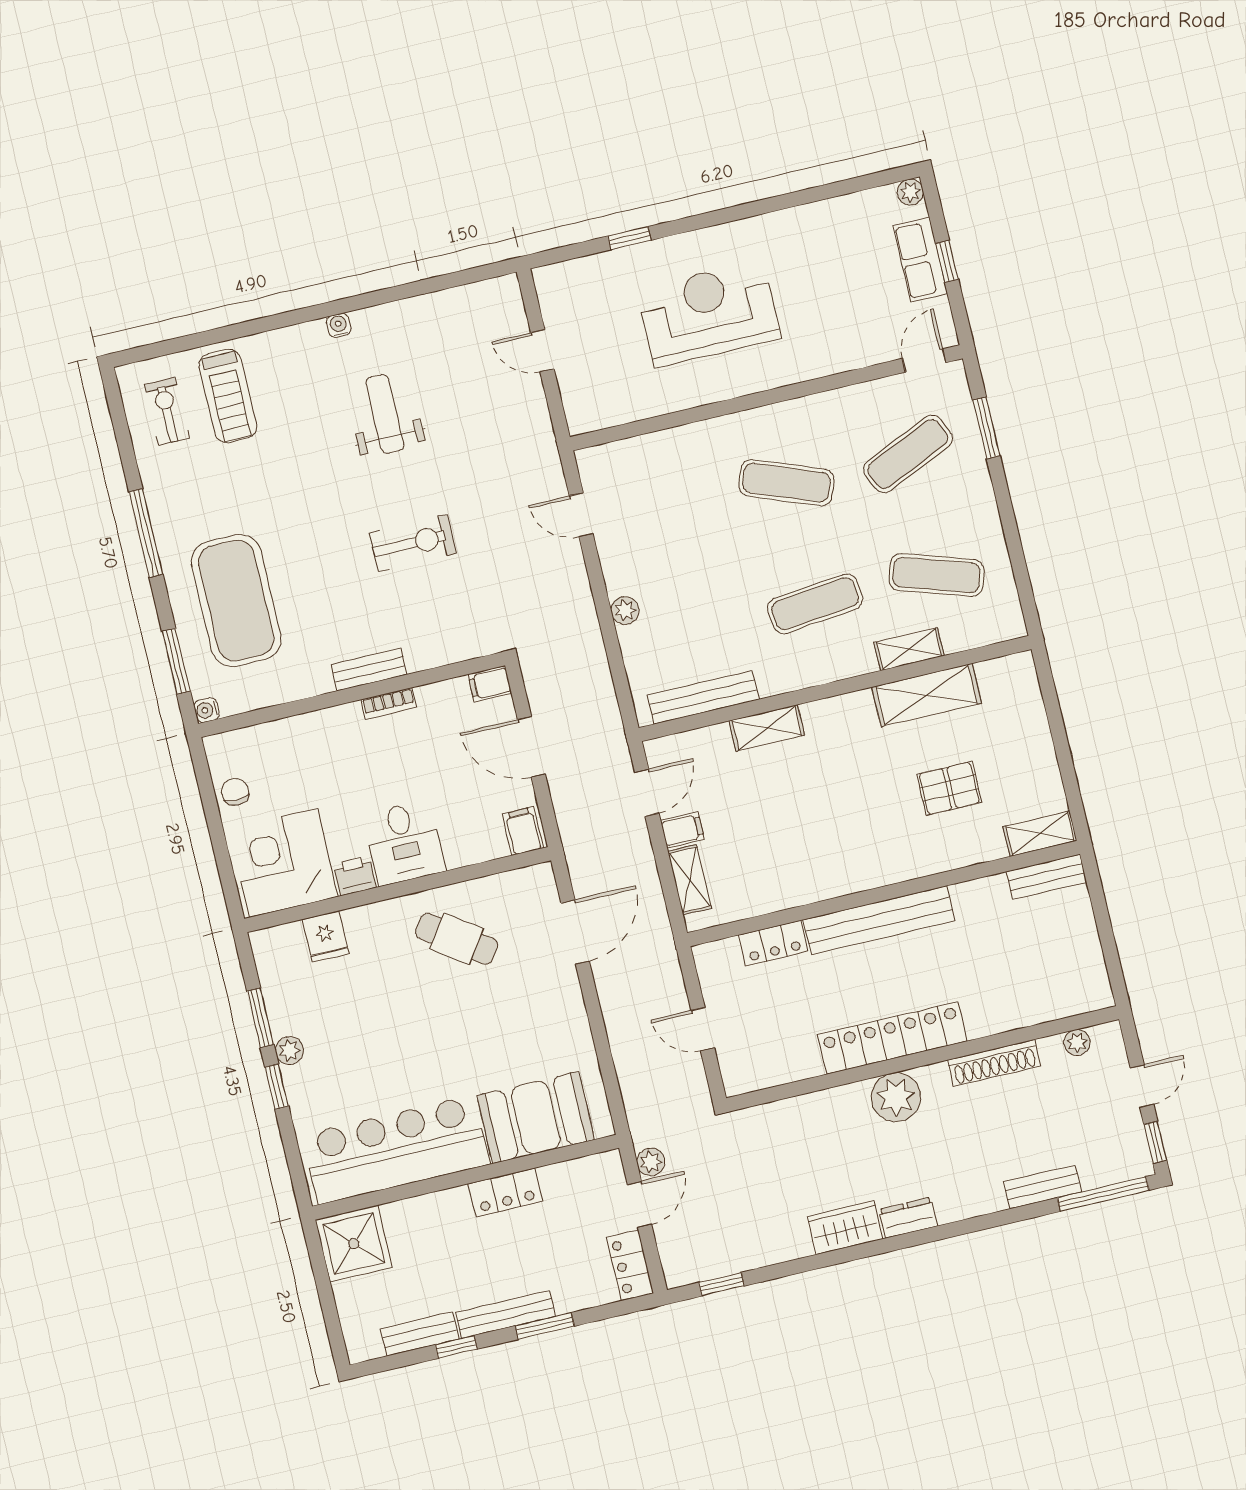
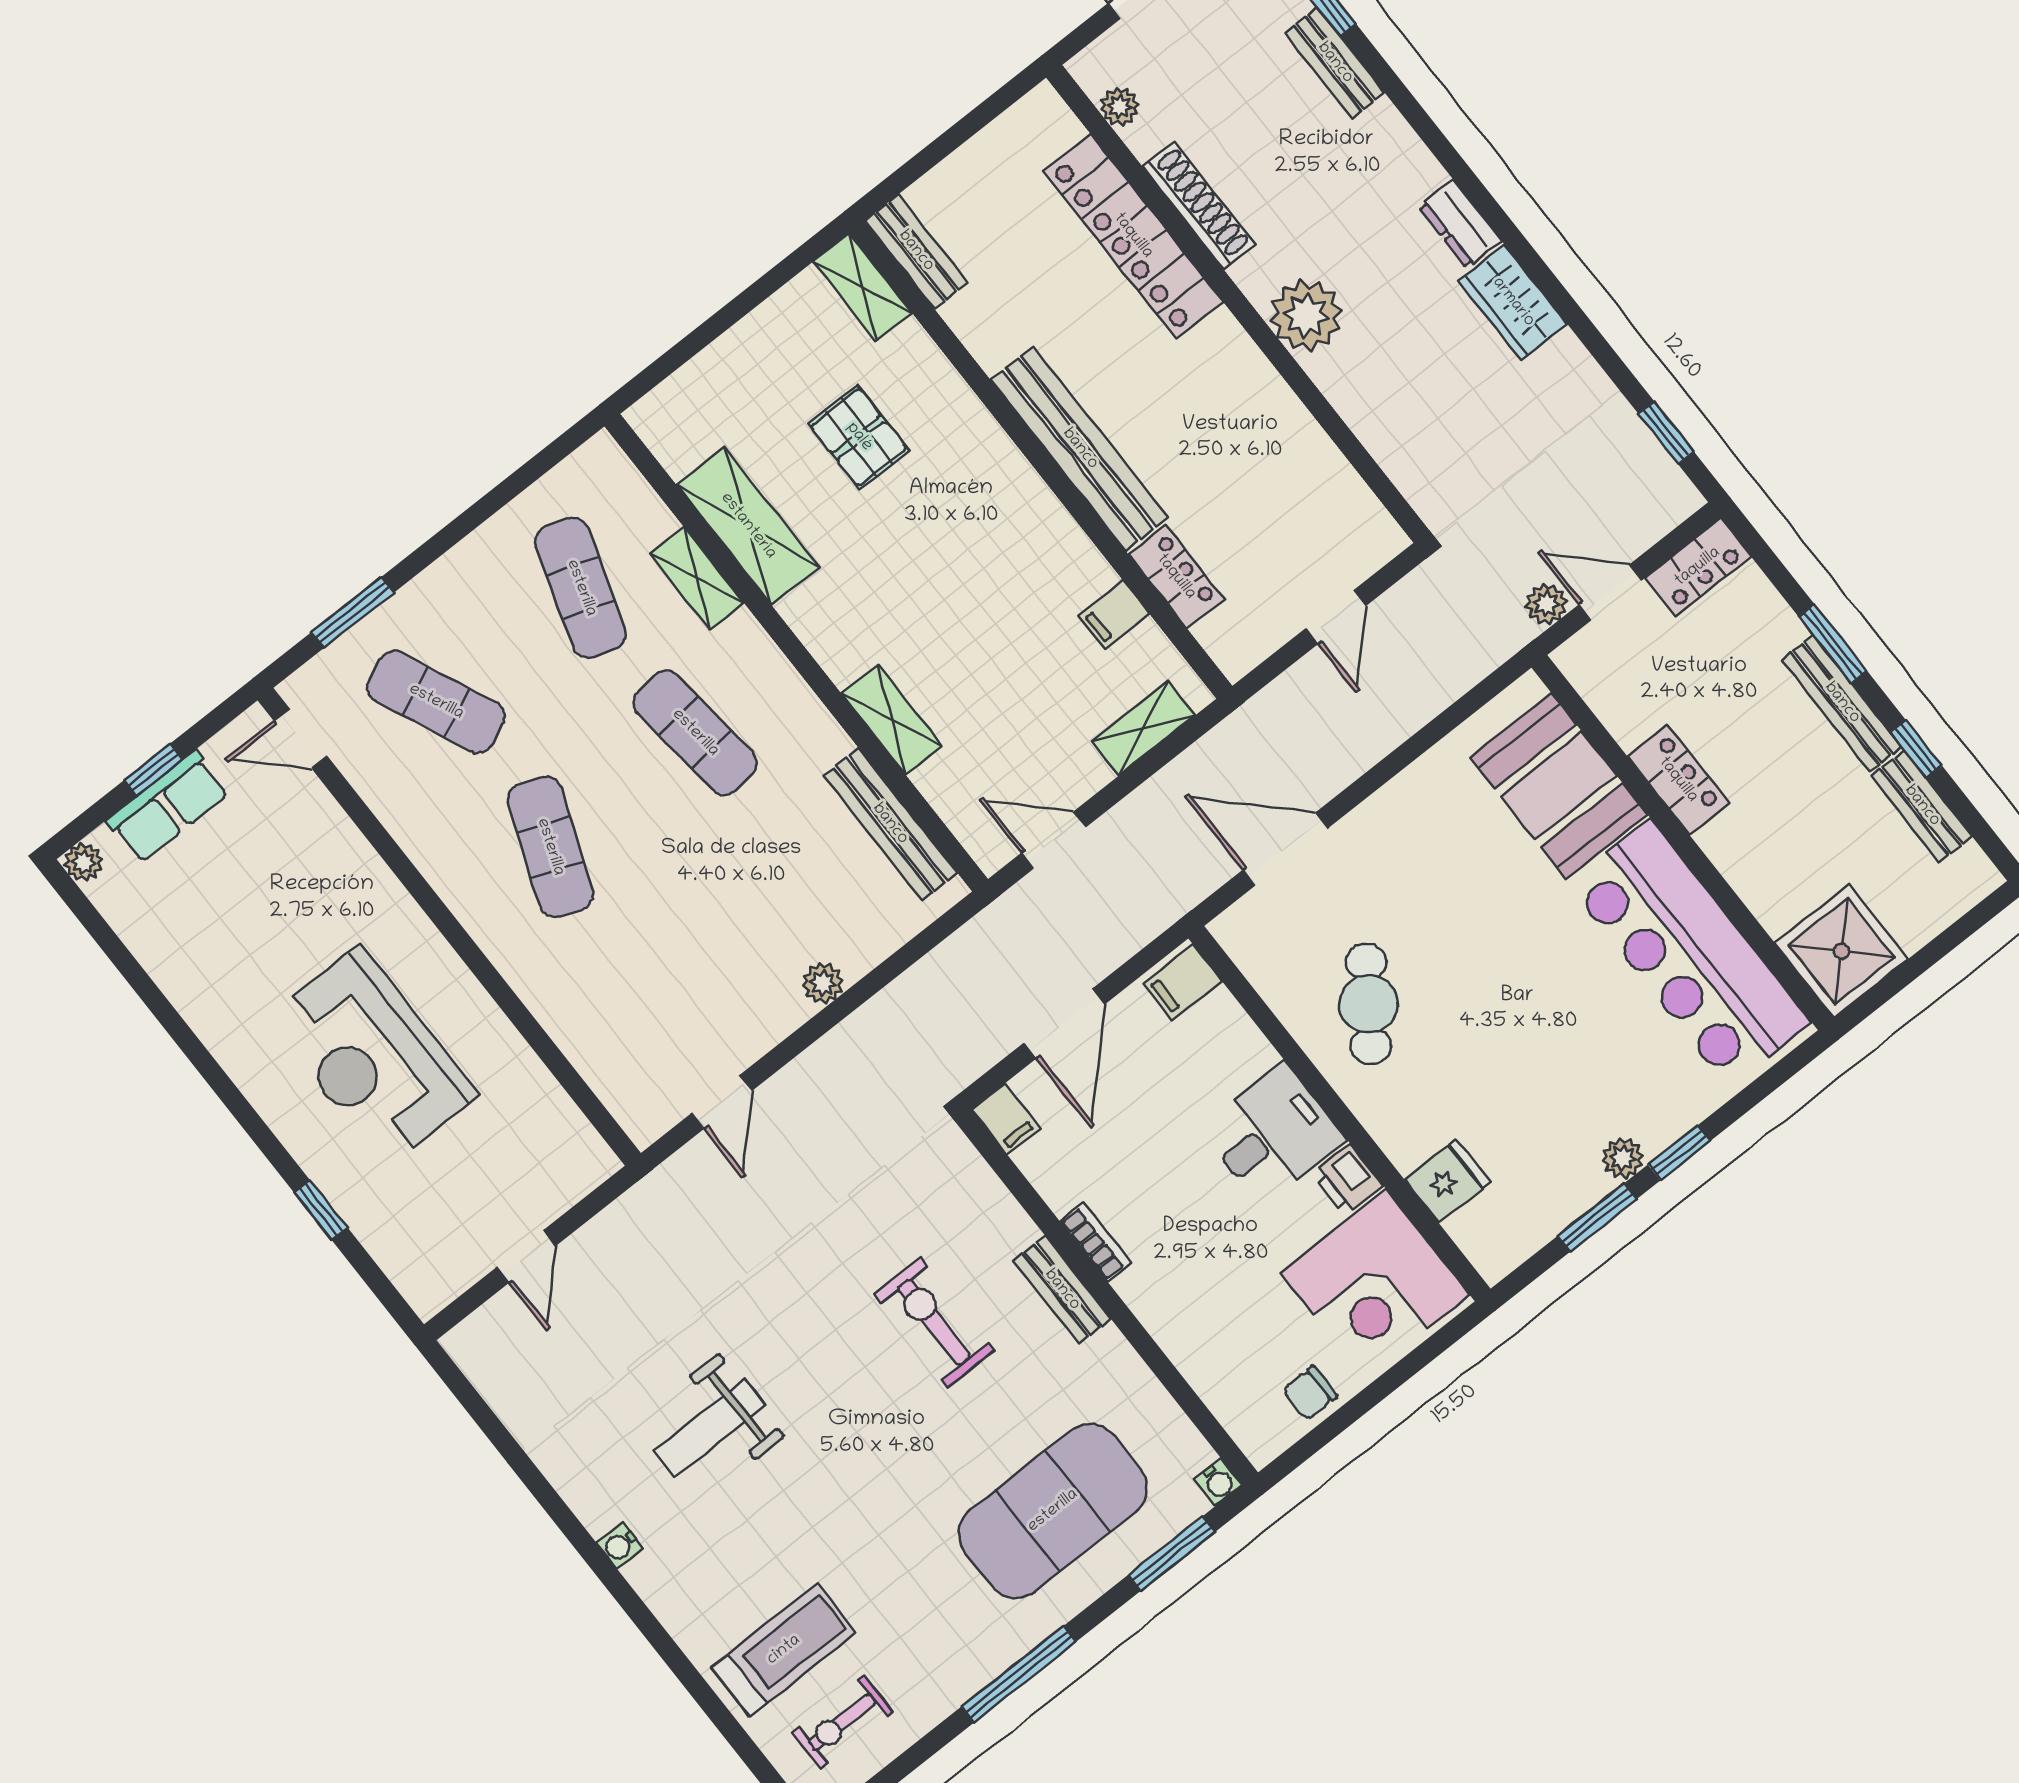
exercise bike: (413, 543) -> (934, 1322), moved
filing cabinet: (682, 830) -> (1114, 615), moved, turned -90
locker: (892, 1038) -> (1133, 236), moved

